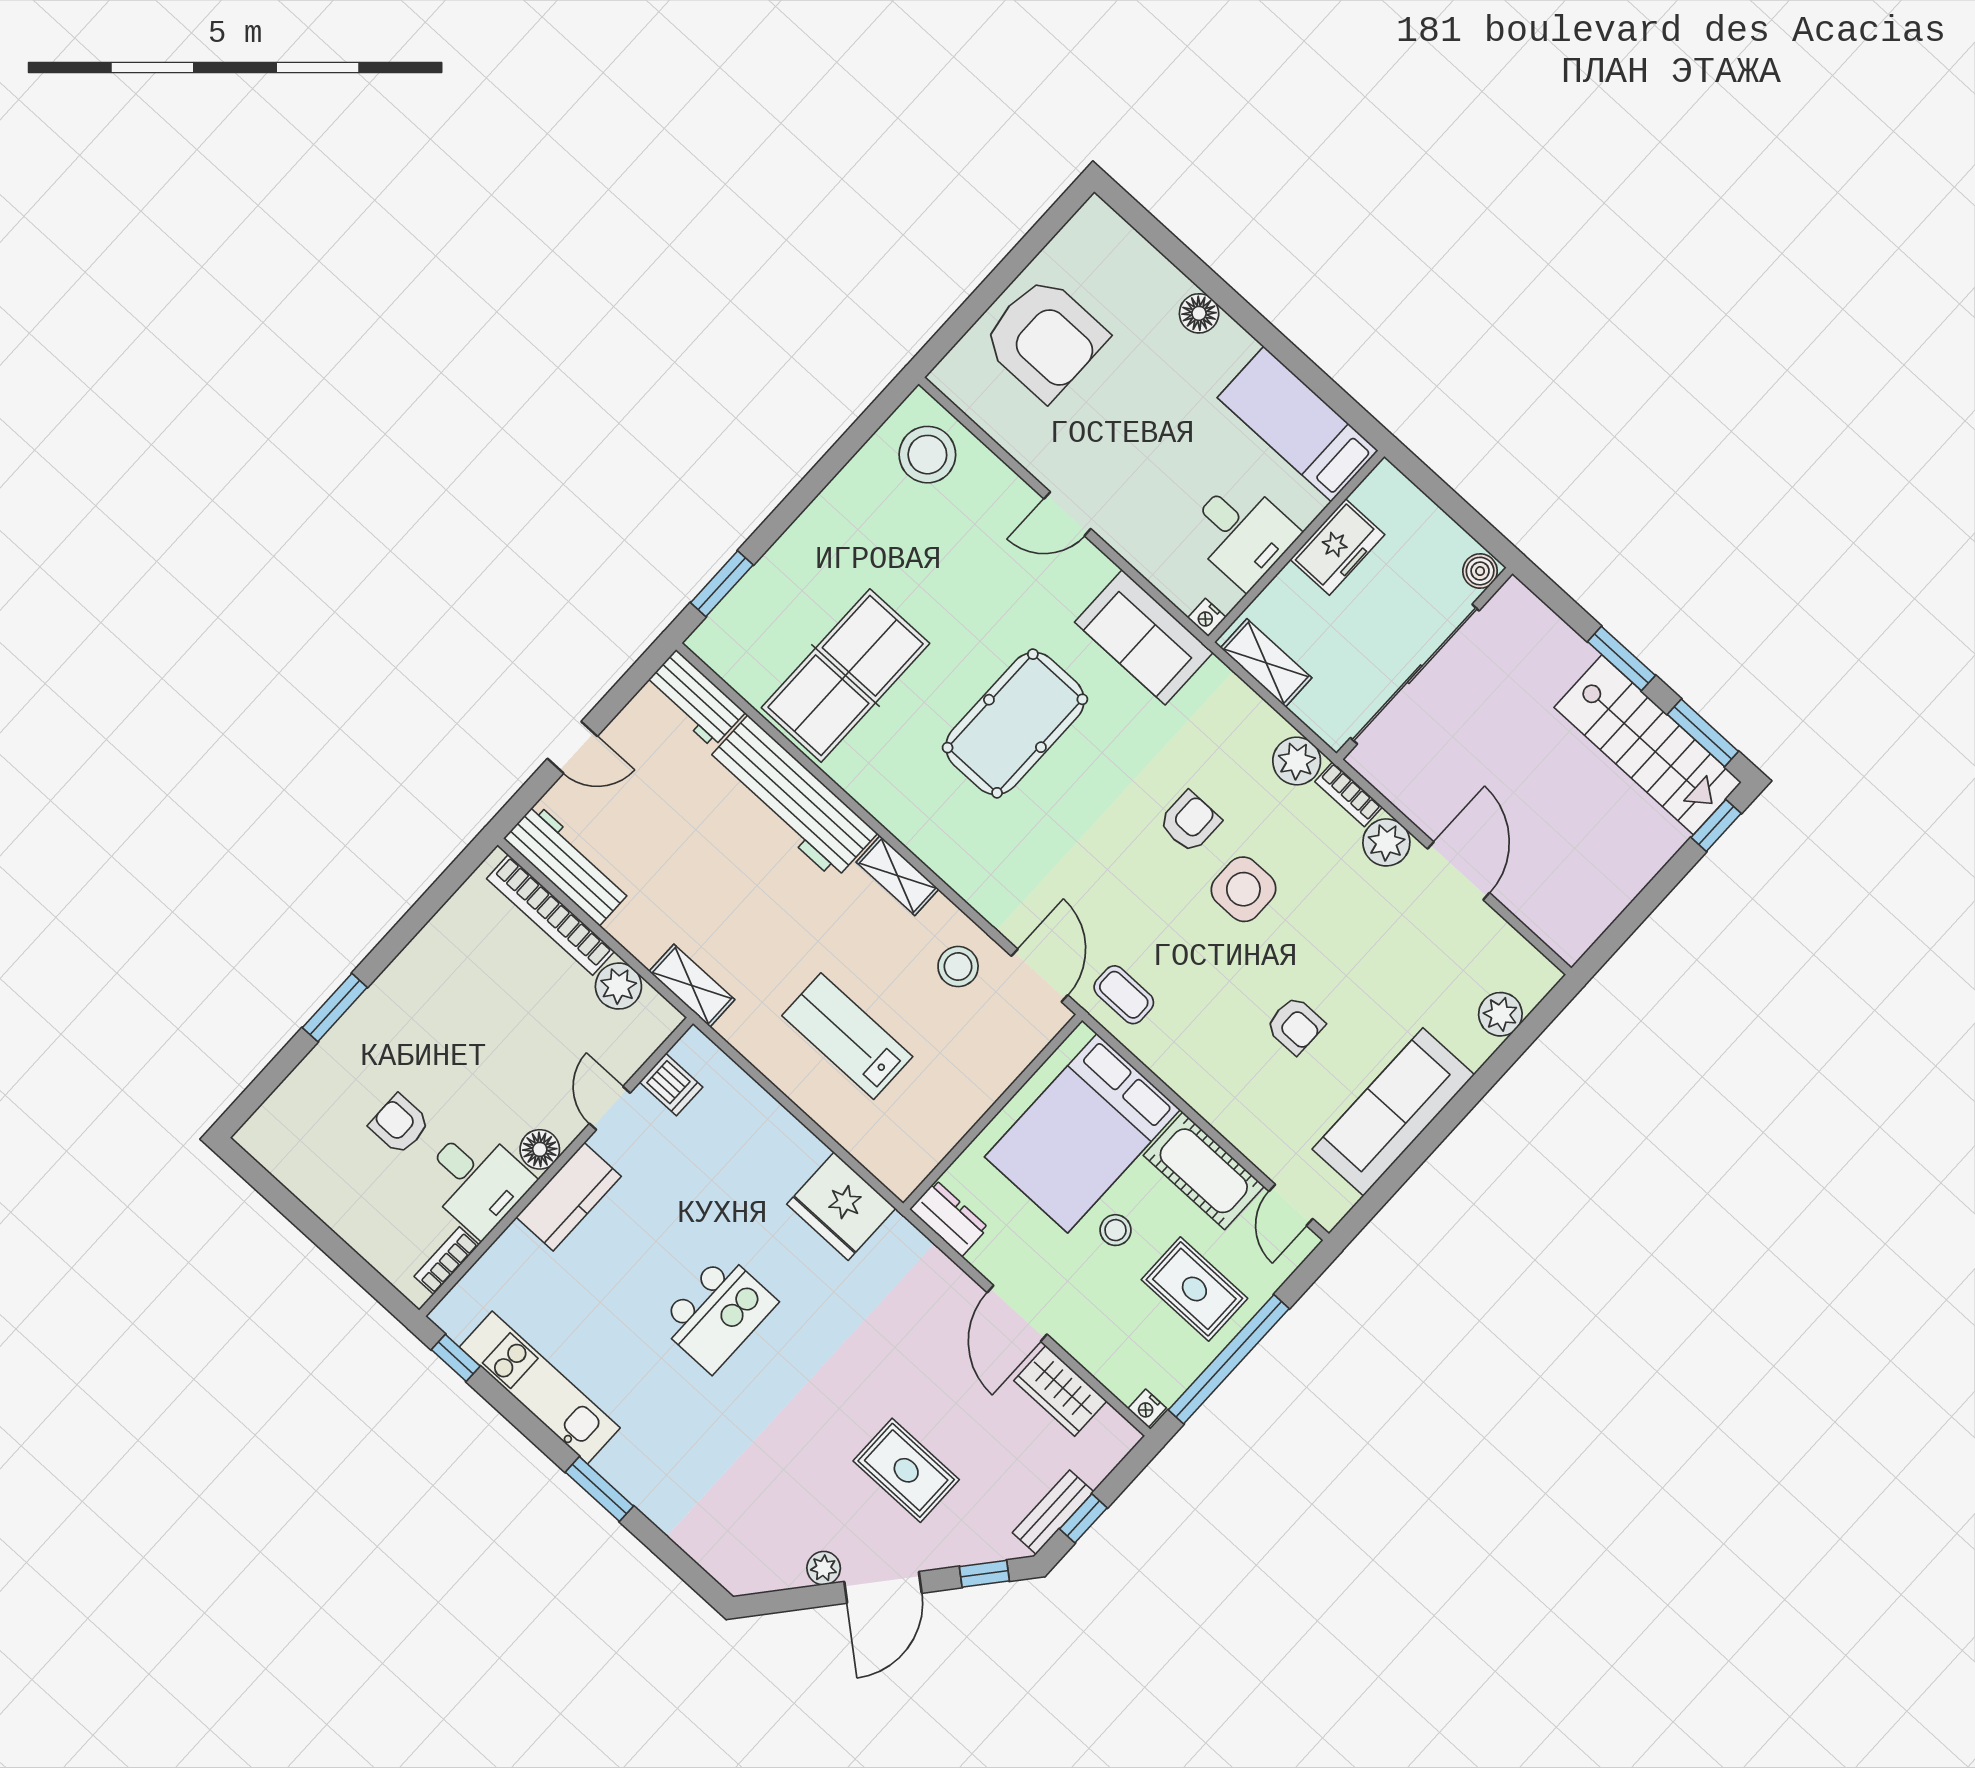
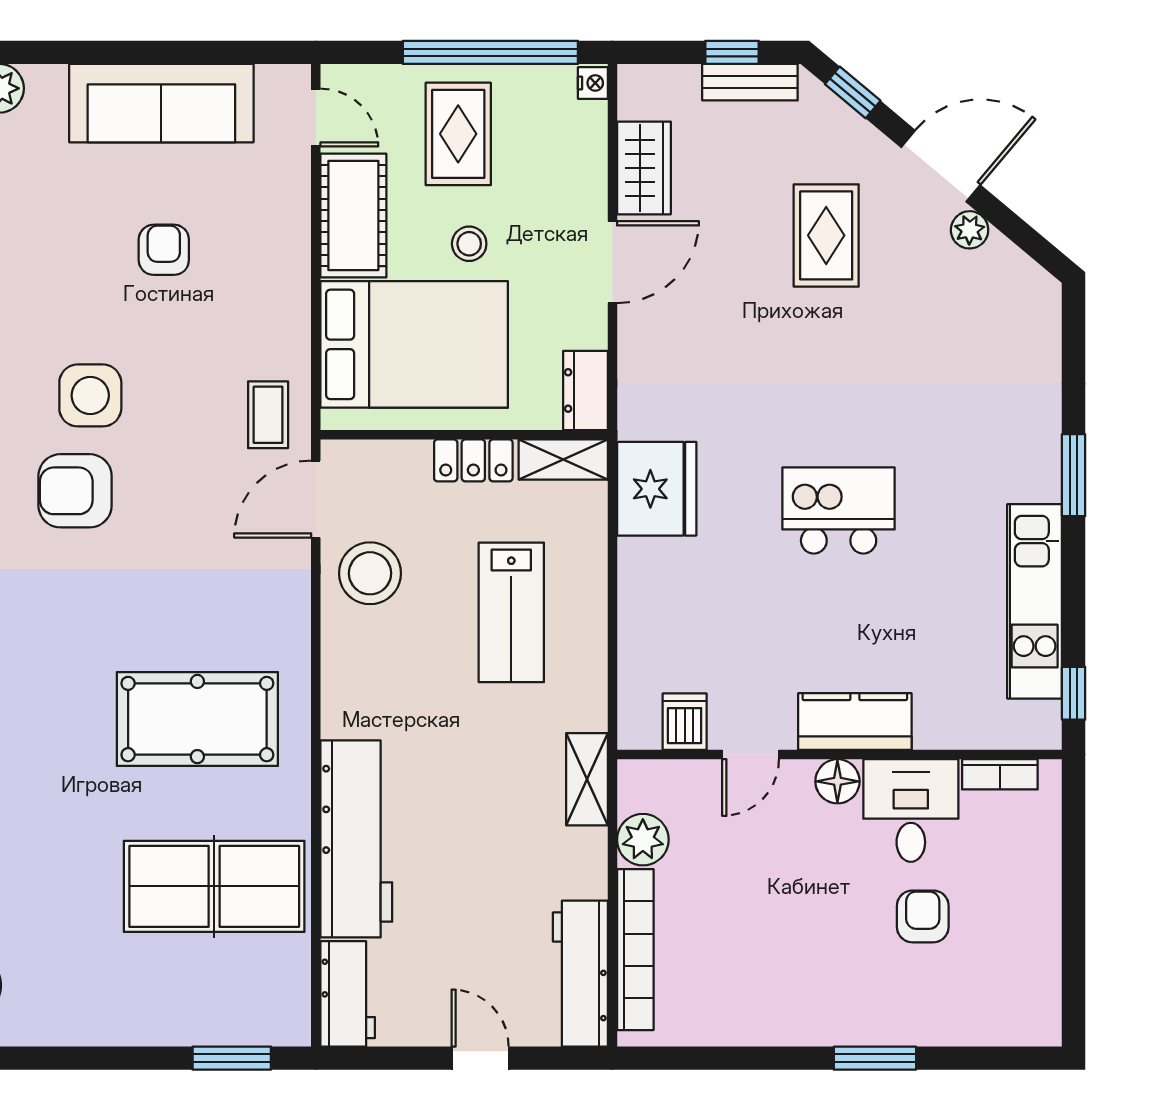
pool table: (1015, 723) -> (197, 719), moved
armchair: (1190, 822) -> (75, 491), width x1.38, depth x1.38
shelving: (898, 876) -> (563, 459), moved, turned 90
stool: (958, 967) -> (370, 573), width x1.38, depth x1.38
locker: (970, 1103) -> (473, 460), added
armchair: (399, 1124) -> (923, 916), turned 180
door: (1291, 1205) -> (316, 118), hinge flipped

